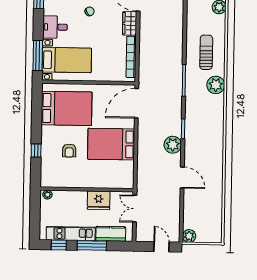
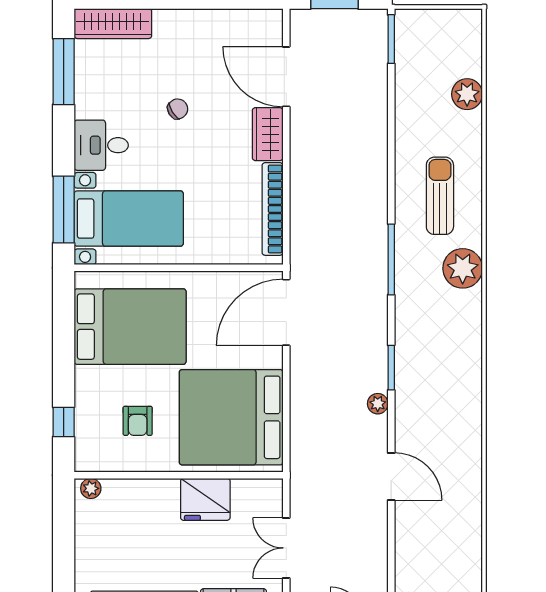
bed: (111, 144) -> (231, 417), width x1.36
plant: (173, 145) -> (378, 404), width x0.53, depth x0.53
wall: (87, 189) -> (179, 475), moved
plant: (47, 195) -> (91, 488), moved
fridge: (99, 200) -> (205, 499), moved

